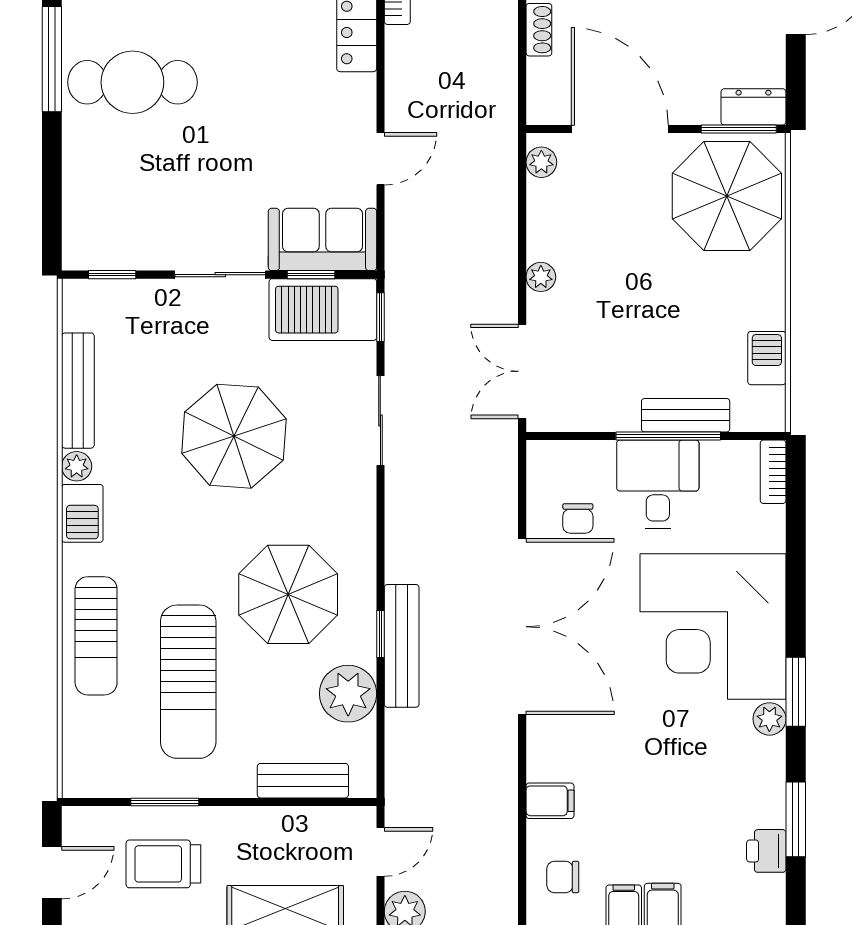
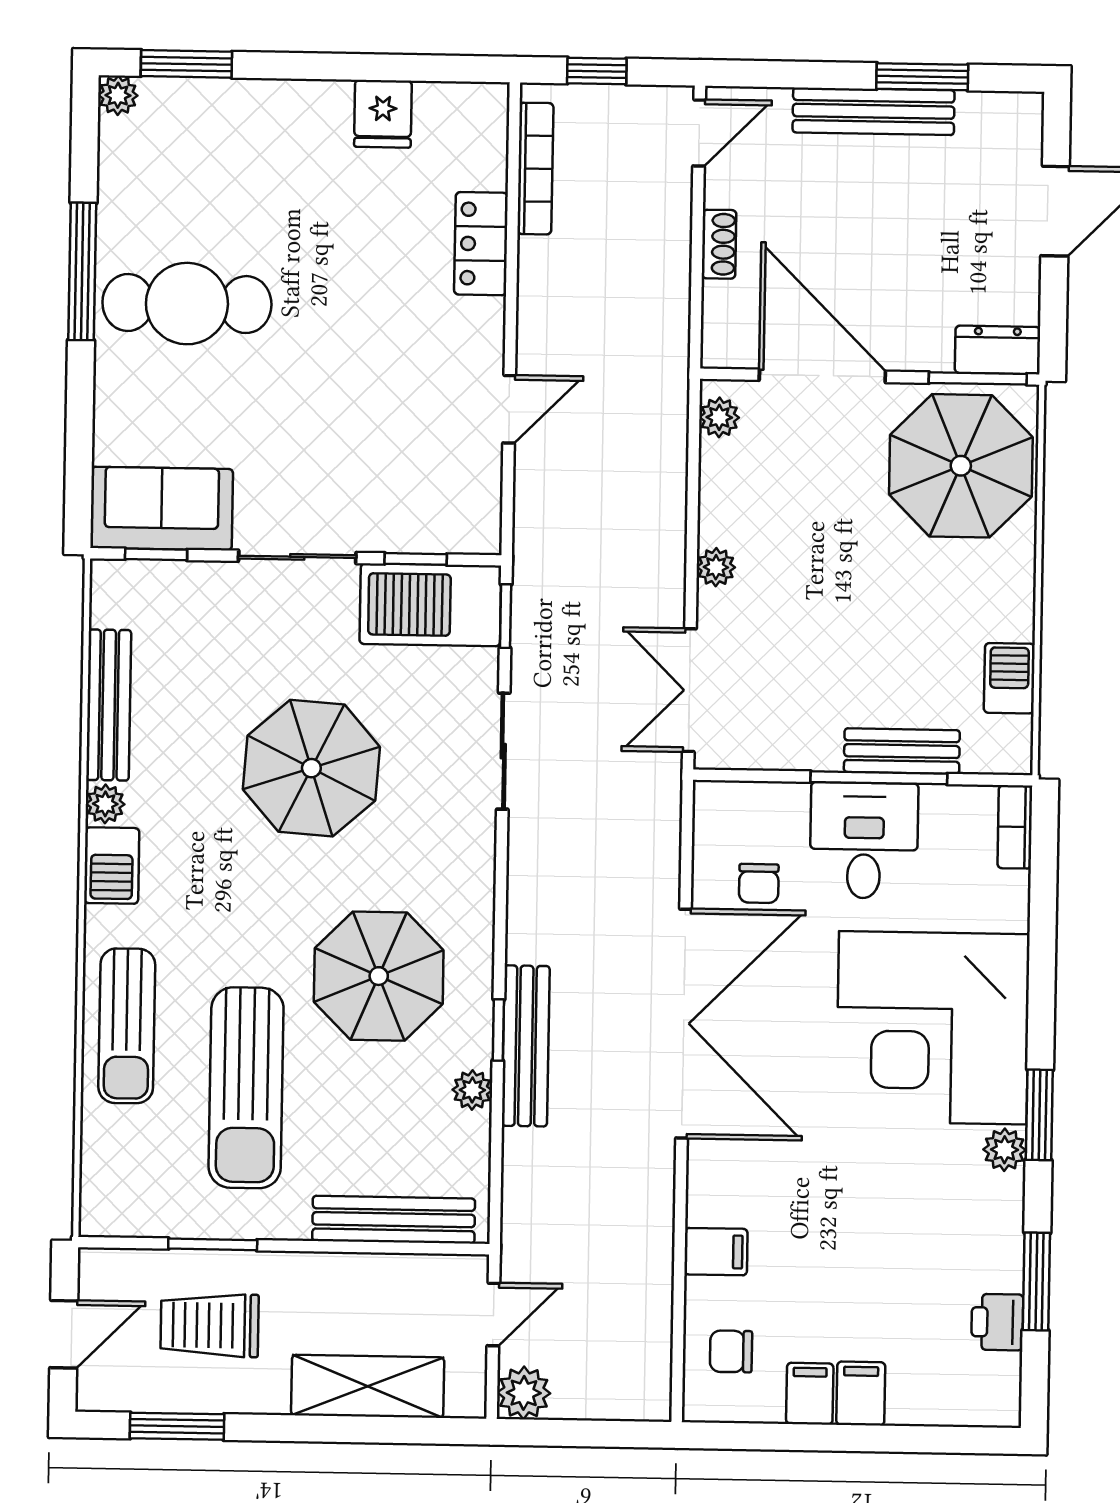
sofa: (322, 239) -> (162, 508), moved
plant: (348, 694) -> (472, 1090), width x0.53, depth x0.53
bench: (303, 781) -> (394, 1220), width x1.36

